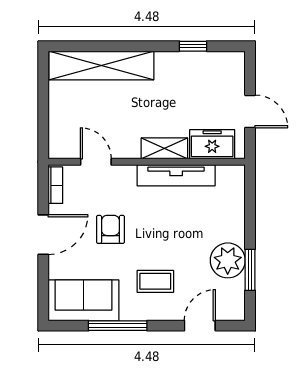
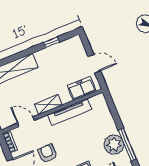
shelving: (164, 148) -> (48, 105), moved
window: (250, 270) -> (127, 145), width x1.44

